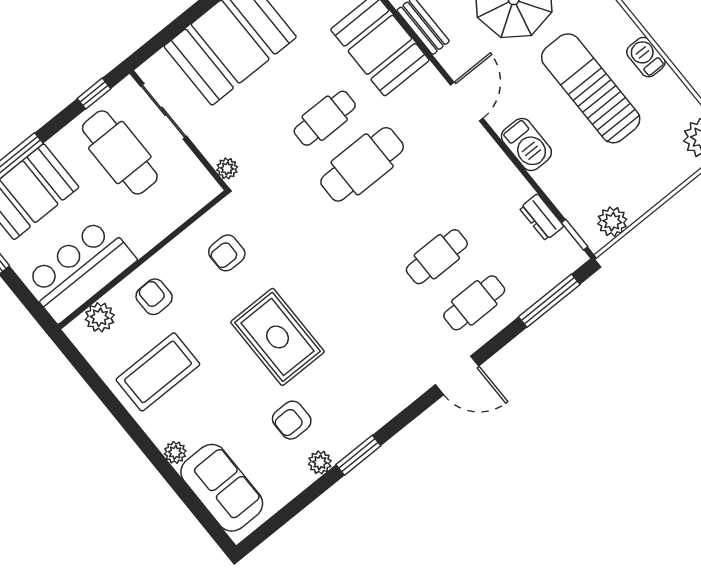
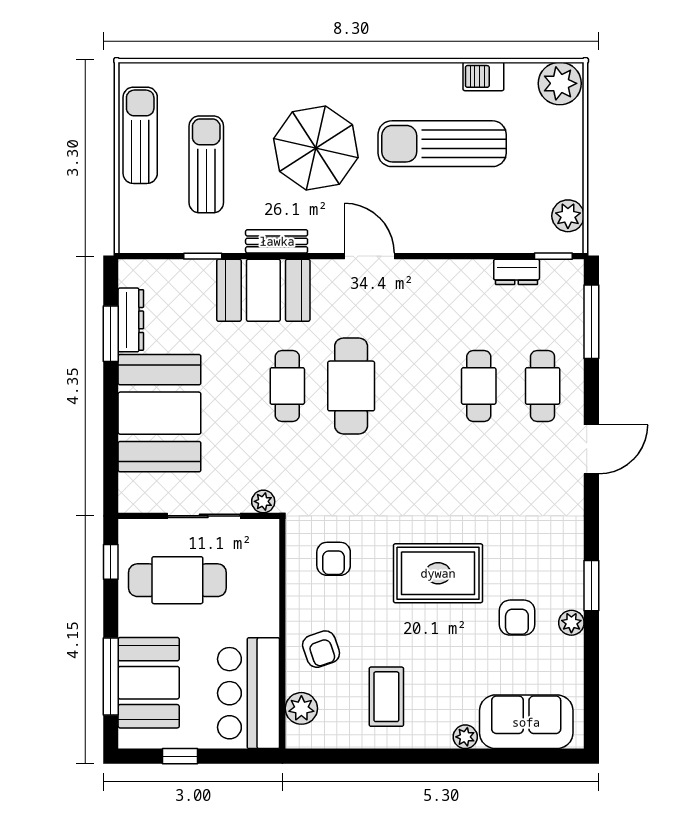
barbecue: (646, 57) -> (483, 76), moved
sliding door: (164, 111) -> (204, 516), moved
barbecue: (526, 144) -> (446, 235), removed
armchair: (154, 297) -> (321, 649), turned -108
coffee table: (158, 372) -> (386, 697), width x0.73, depth x0.76

